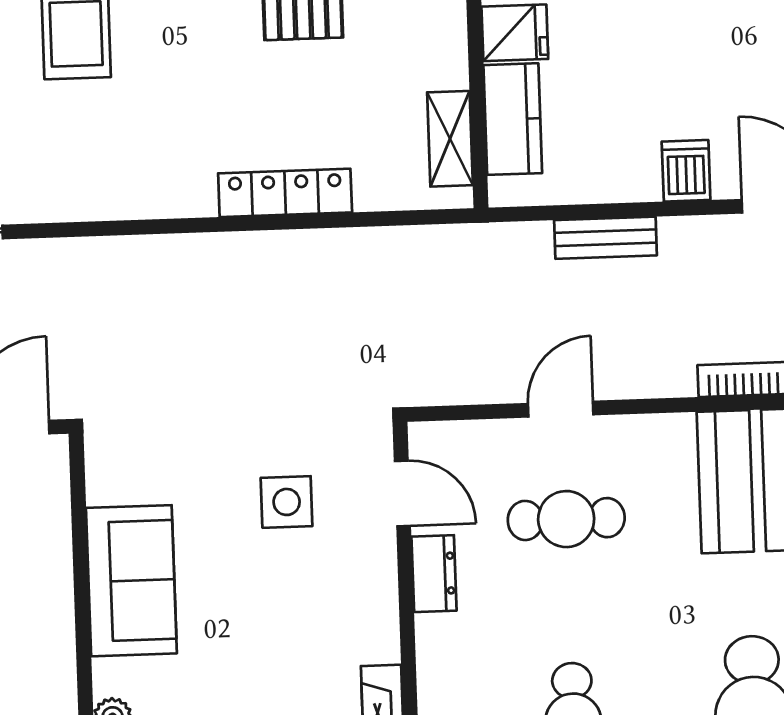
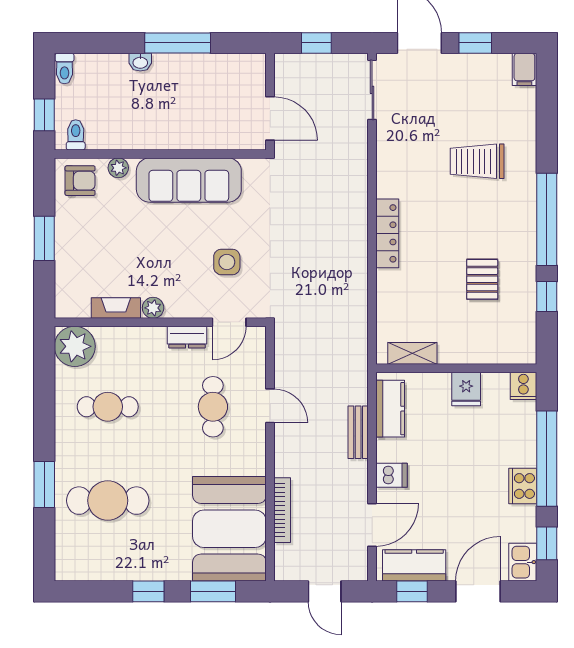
kitchen counter: (513, 119) -> (390, 409), moved, turned -90
locker: (285, 193) -> (387, 233), moved
sofa: (131, 581) -> (189, 180), width x1.36
plant: (380, 641) -> (153, 308), added

